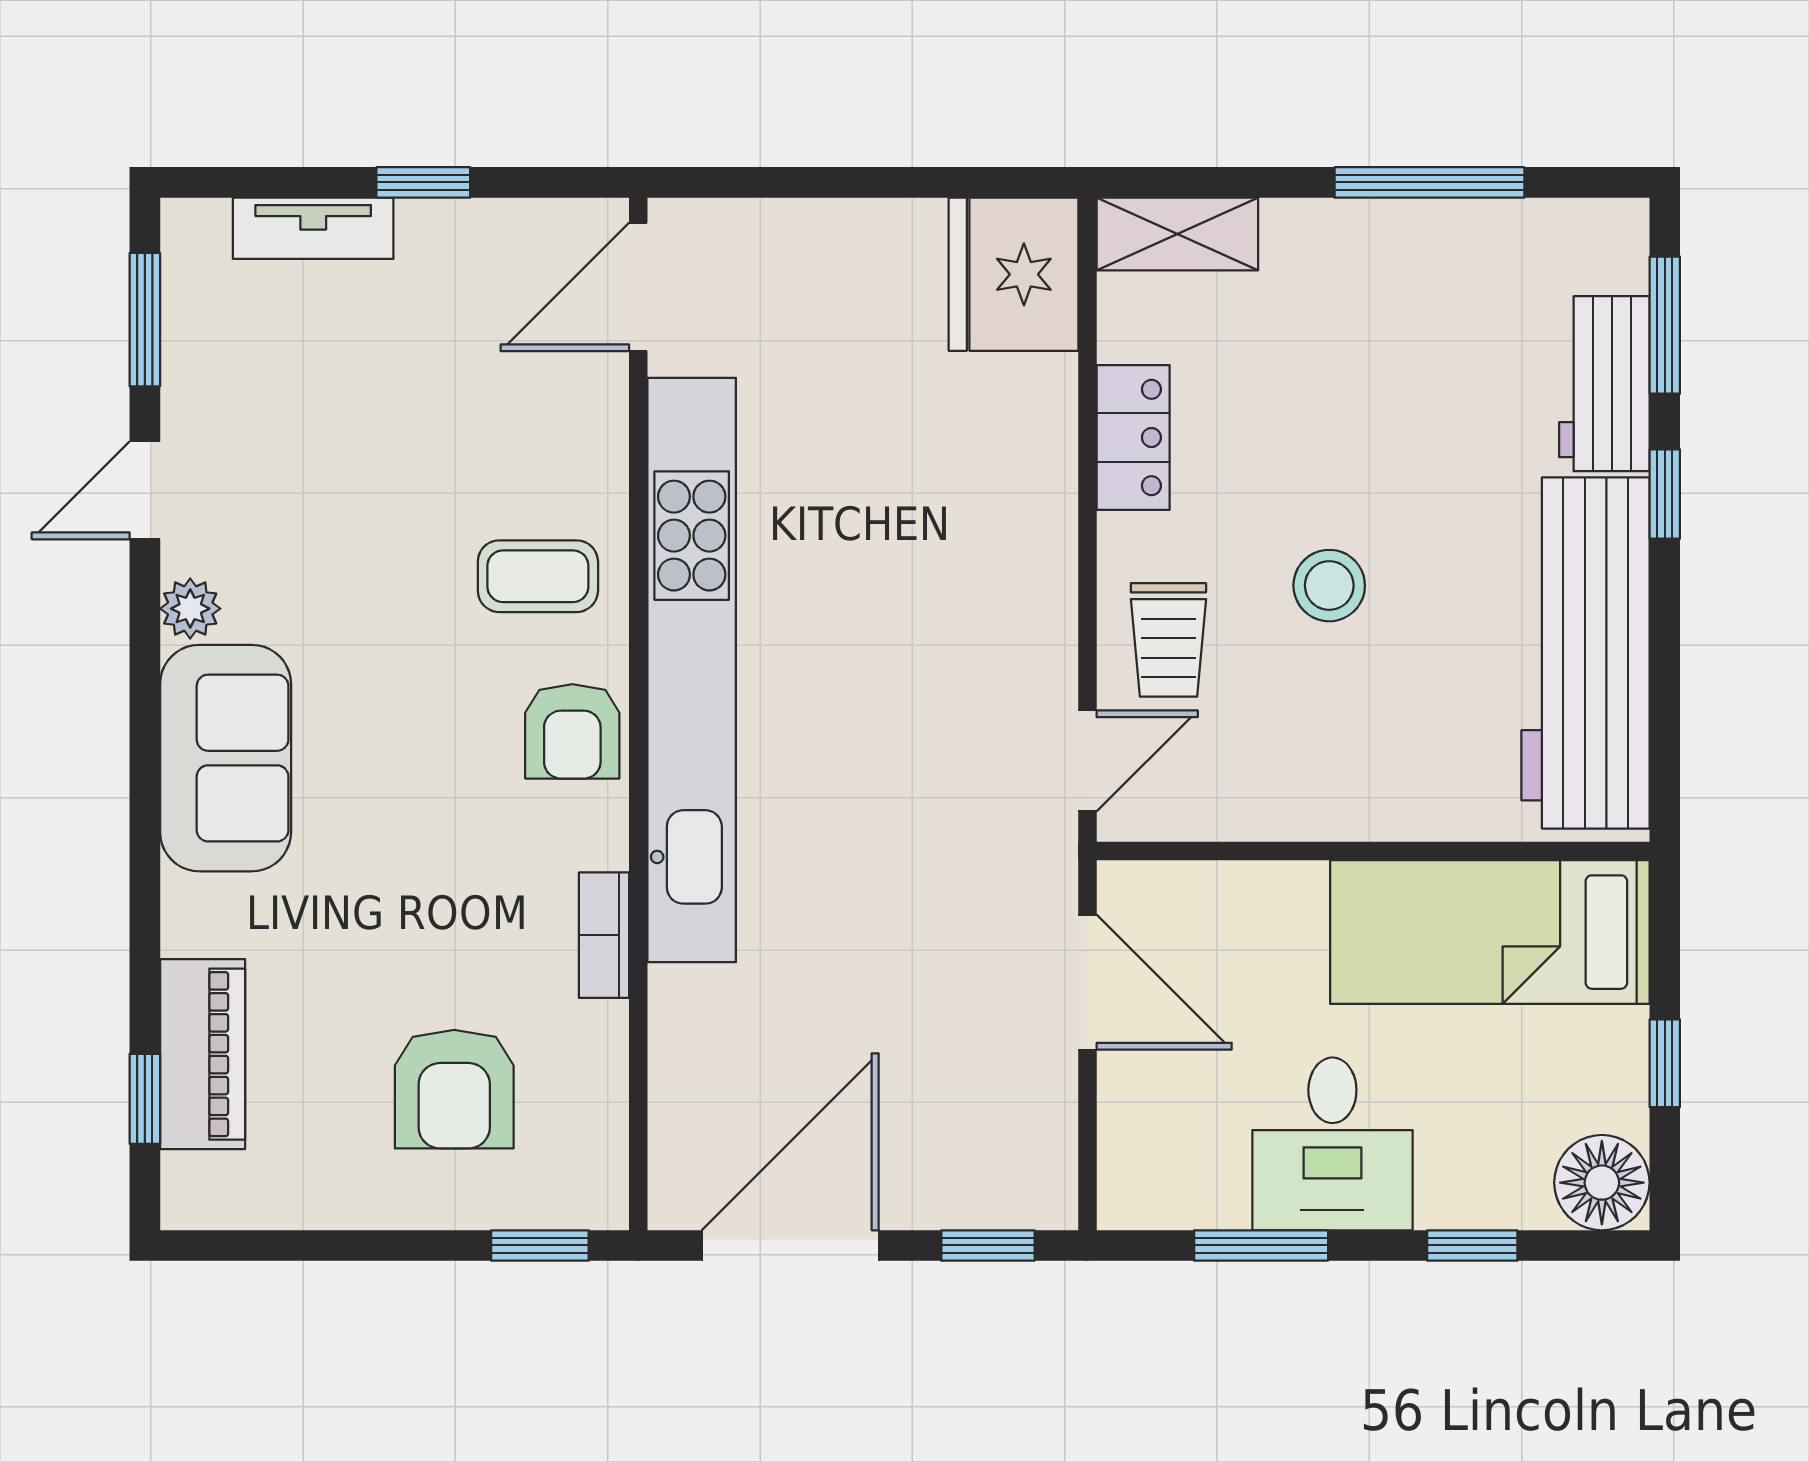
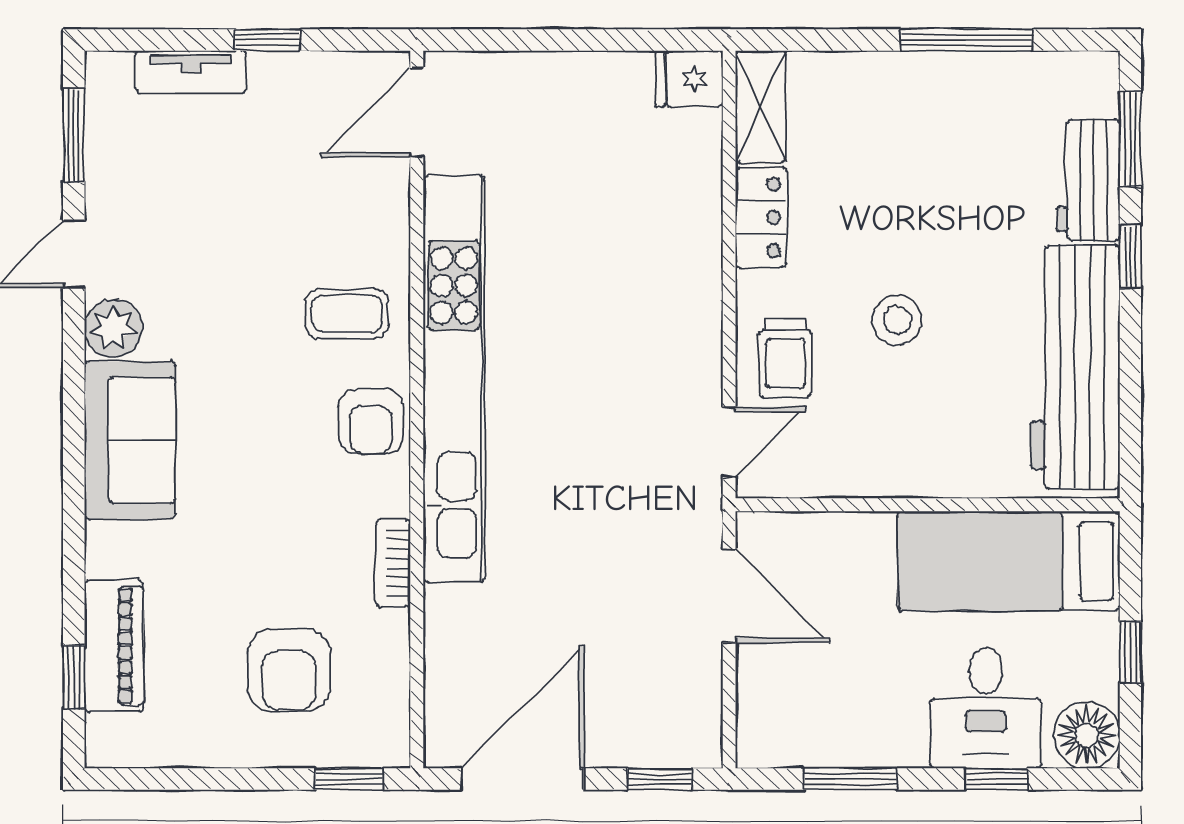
shelving: (1177, 234) -> (761, 107), moved, turned 90
fridge: (1014, 274) -> (689, 79), width x0.53, depth x0.75
plant: (190, 609) -> (113, 328), width x1.38, depth x1.38
desk: (1332, 1144) -> (986, 708), moved

